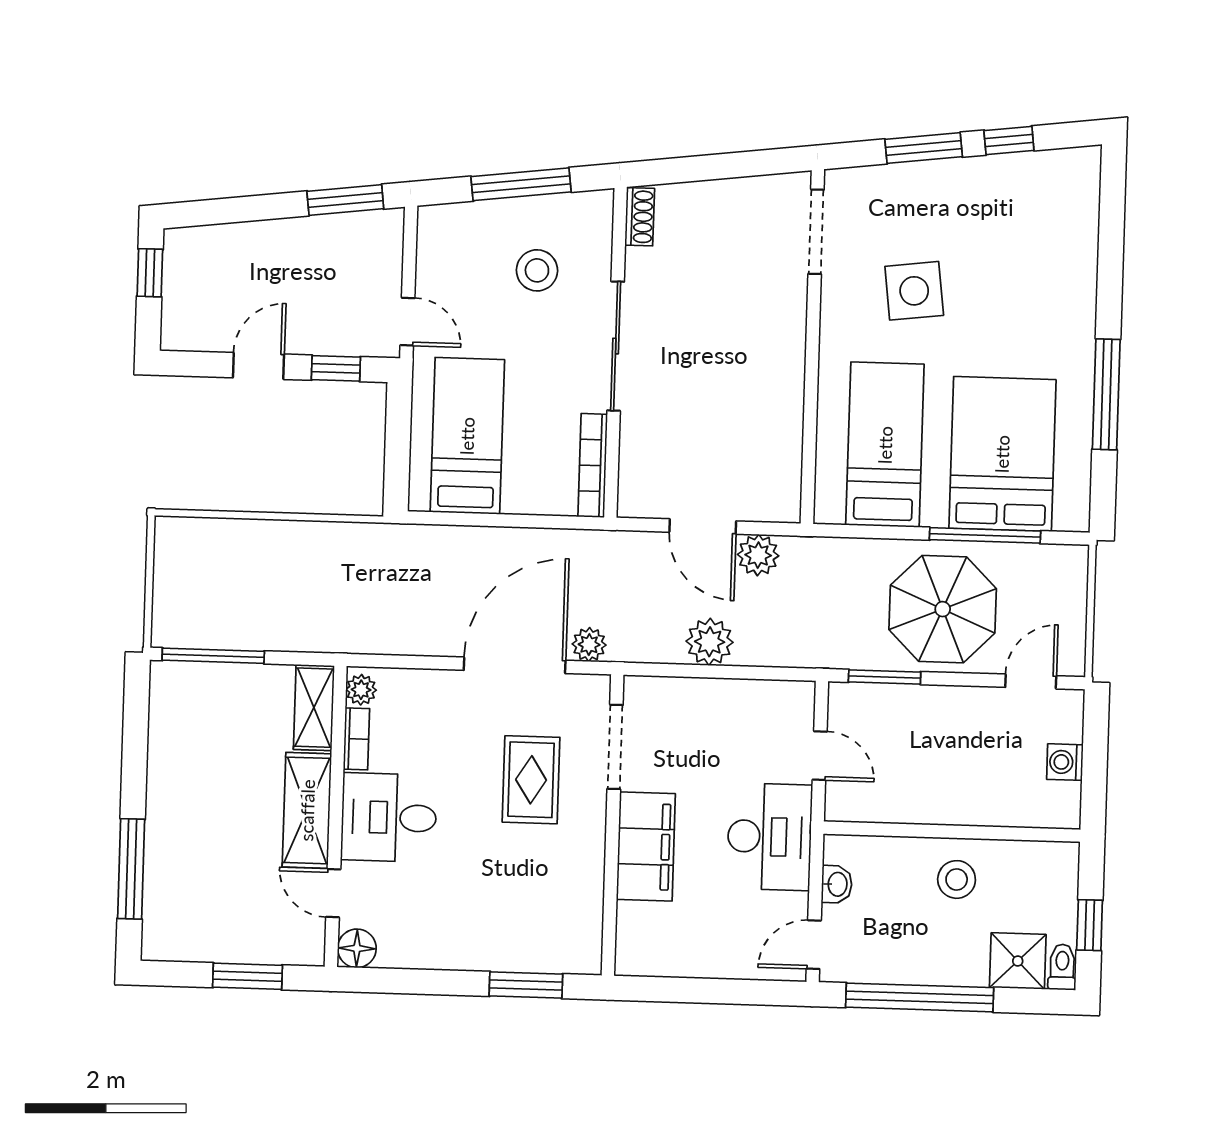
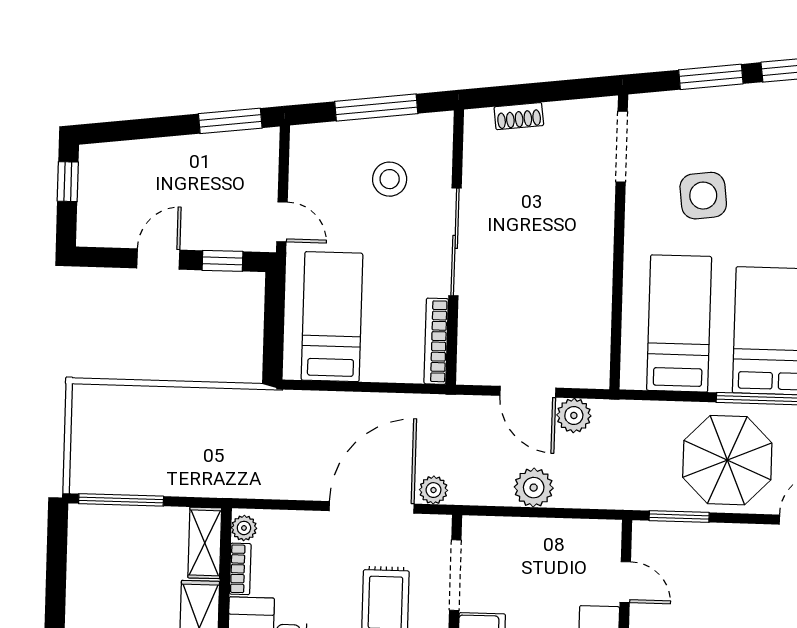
shoe rack: (640, 217) -> (519, 116), moved, turned 83

